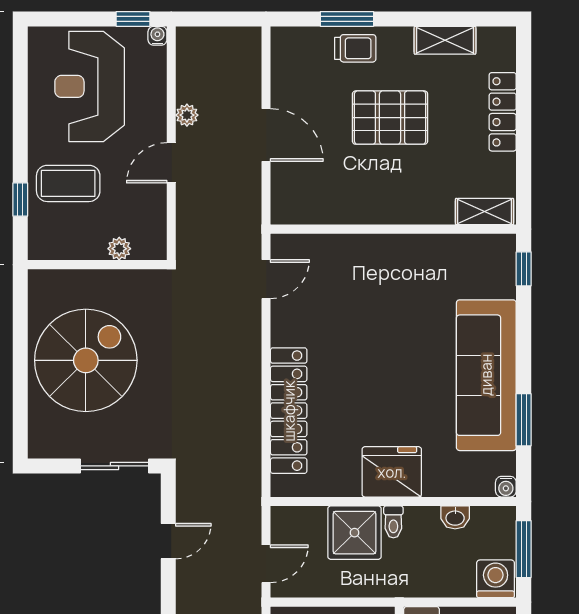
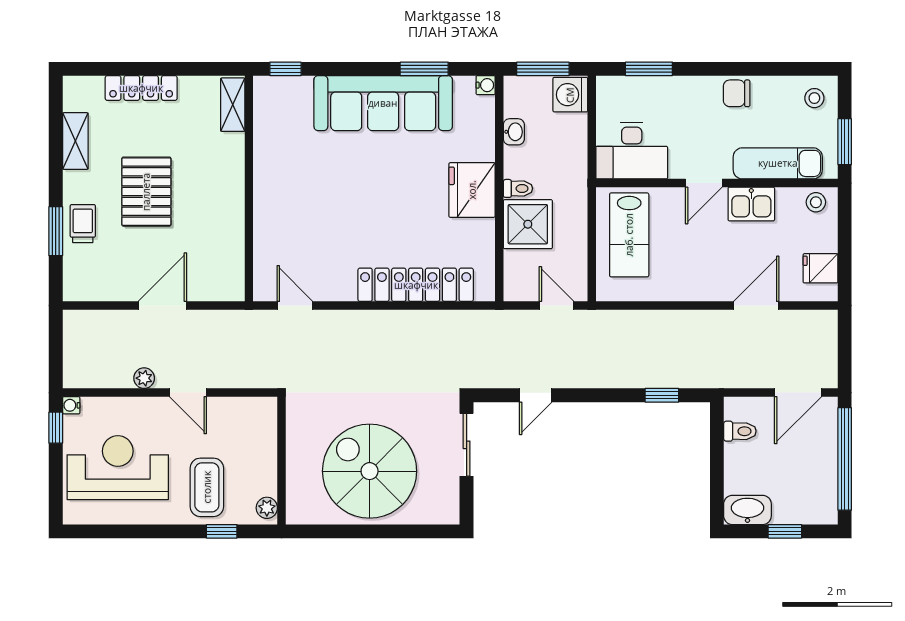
reception desk: (90, 86) -> (118, 468), turned 180
plant: (119, 249) -> (267, 508), moved
door: (168, 541) -> (536, 395), swing flipped

